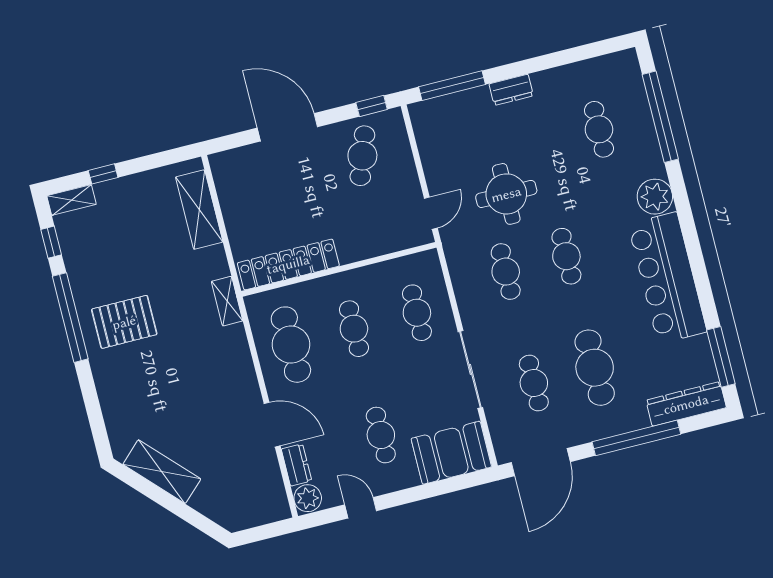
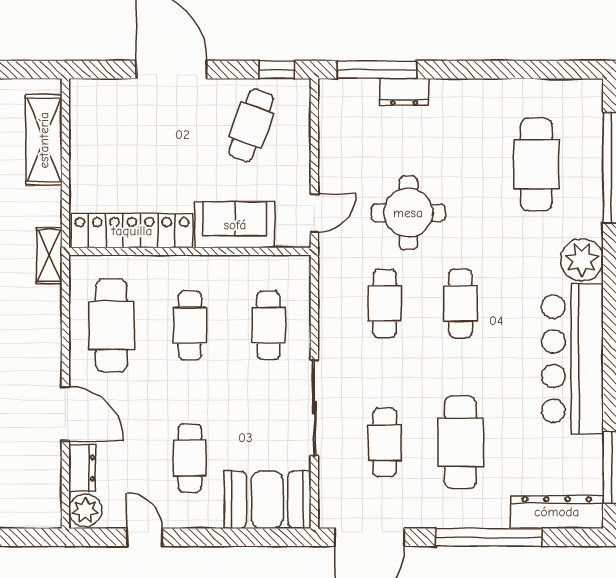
dresser: (511, 90) -> (404, 92), moved
cafe table: (599, 129) -> (536, 164), width x1.37, depth x1.35
sofa: (370, 239) -> (235, 225), added

